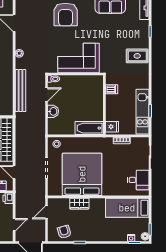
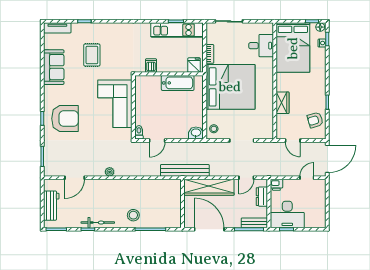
rug: (137, 56) -> (92, 55), moved
bench: (20, 91) -> (185, 170), moved
door: (47, 95) -> (157, 140), swing flipped
washbasin: (53, 111) -> (196, 133), moved
bathtub: (89, 128) -> (178, 83), moved, turned -90
bed: (82, 174) -> (230, 87), moved, turned 180
desk: (138, 180) -> (261, 46), moved, turned 90
bed: (127, 208) -> (293, 48), width x1.50
door: (14, 225) -> (307, 178), hinge flipped

